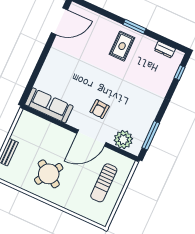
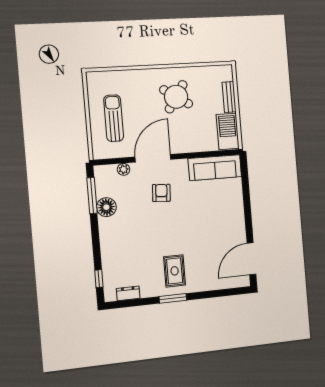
floor lamp: (145, 121) -> (106, 207), added
barbecue: (24, 127) -> (228, 131), added
plant: (123, 140) -> (124, 169), width x0.53, depth x0.53

